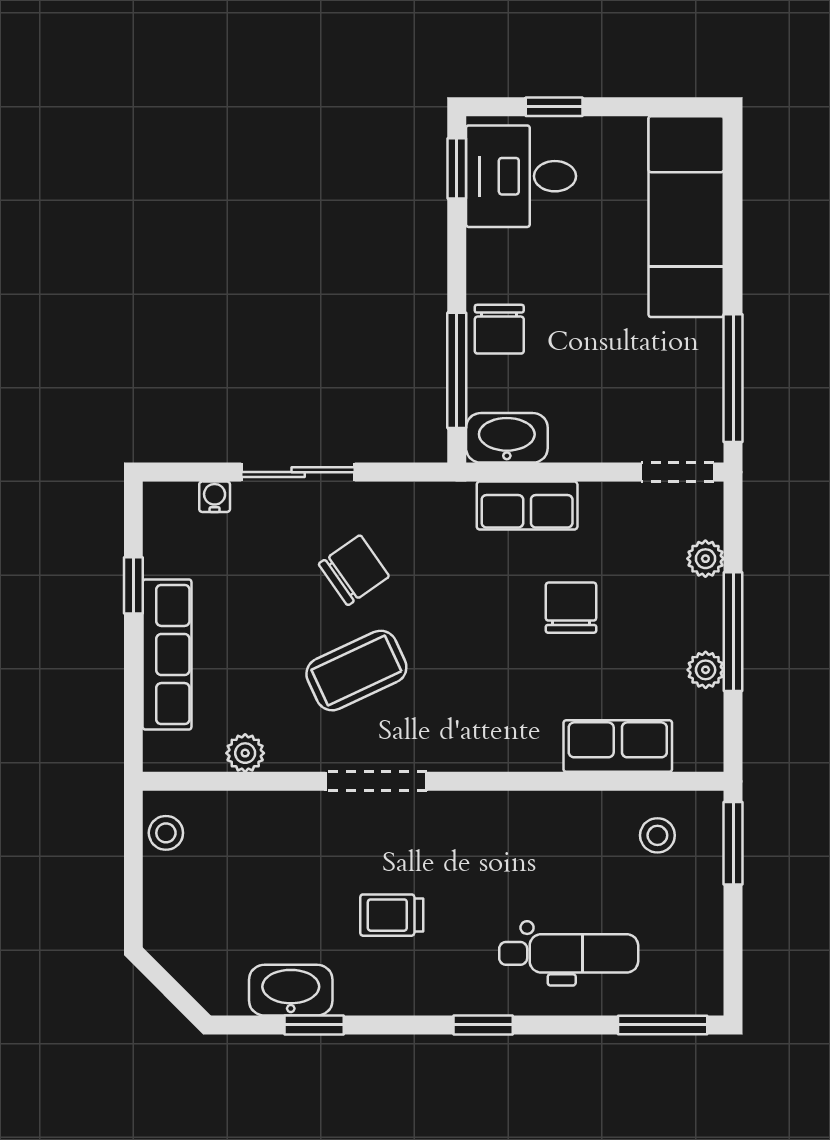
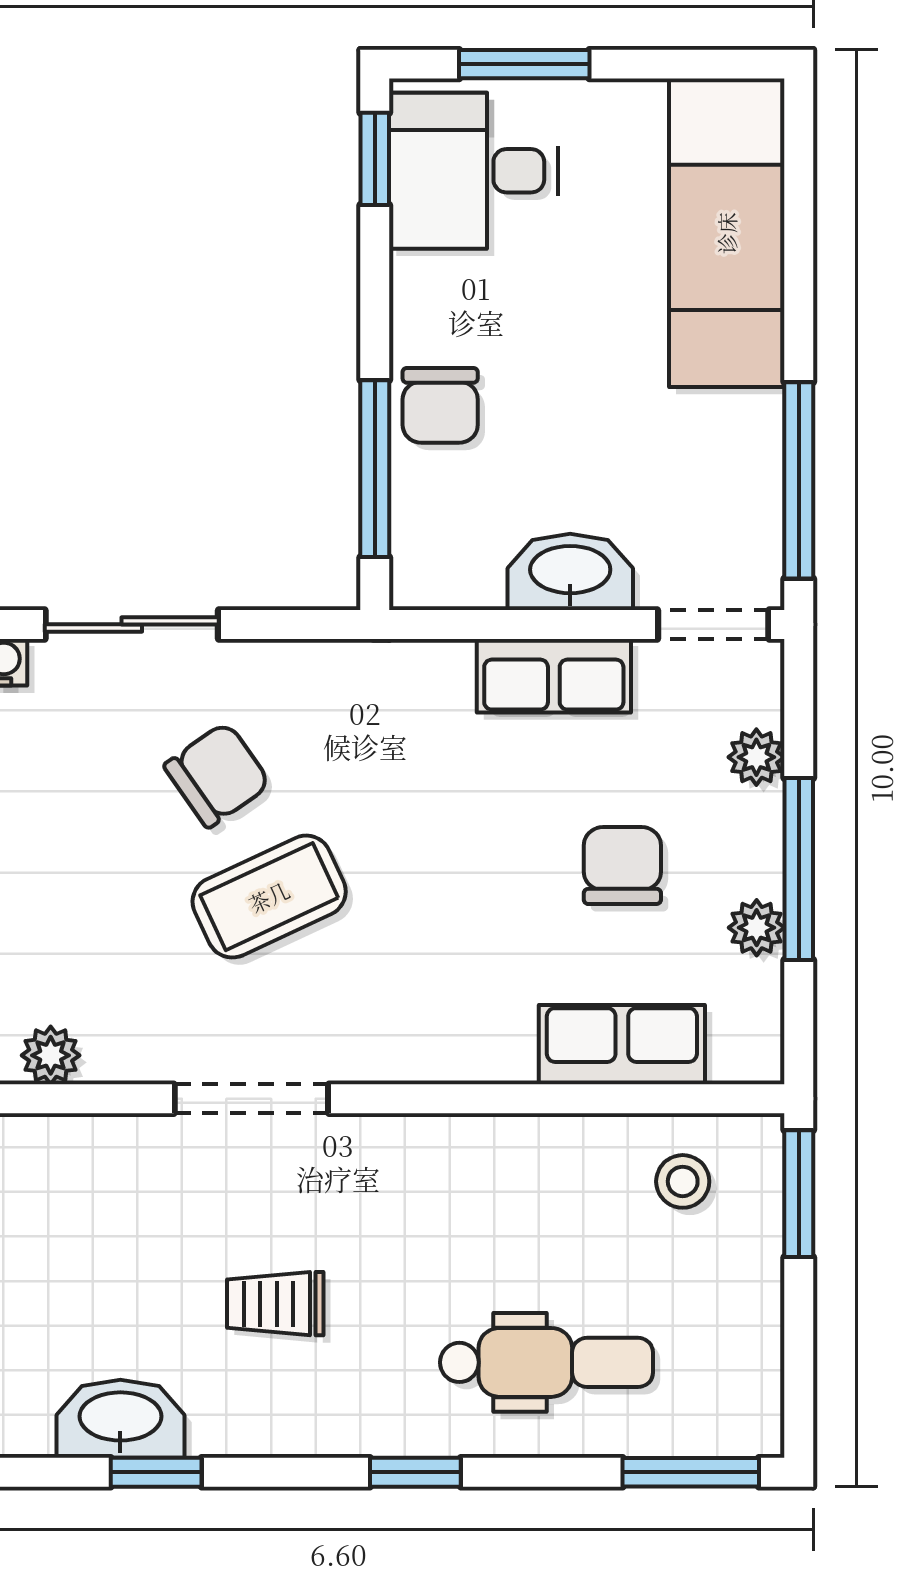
window: (554, 107) -> (524, 64), width x1.50
washbasin: (507, 438) -> (570, 572), moved
row of seats: (527, 506) -> (554, 676), moved
chair: (571, 608) -> (622, 866), moved
coffee table: (356, 671) -> (269, 897), moved

